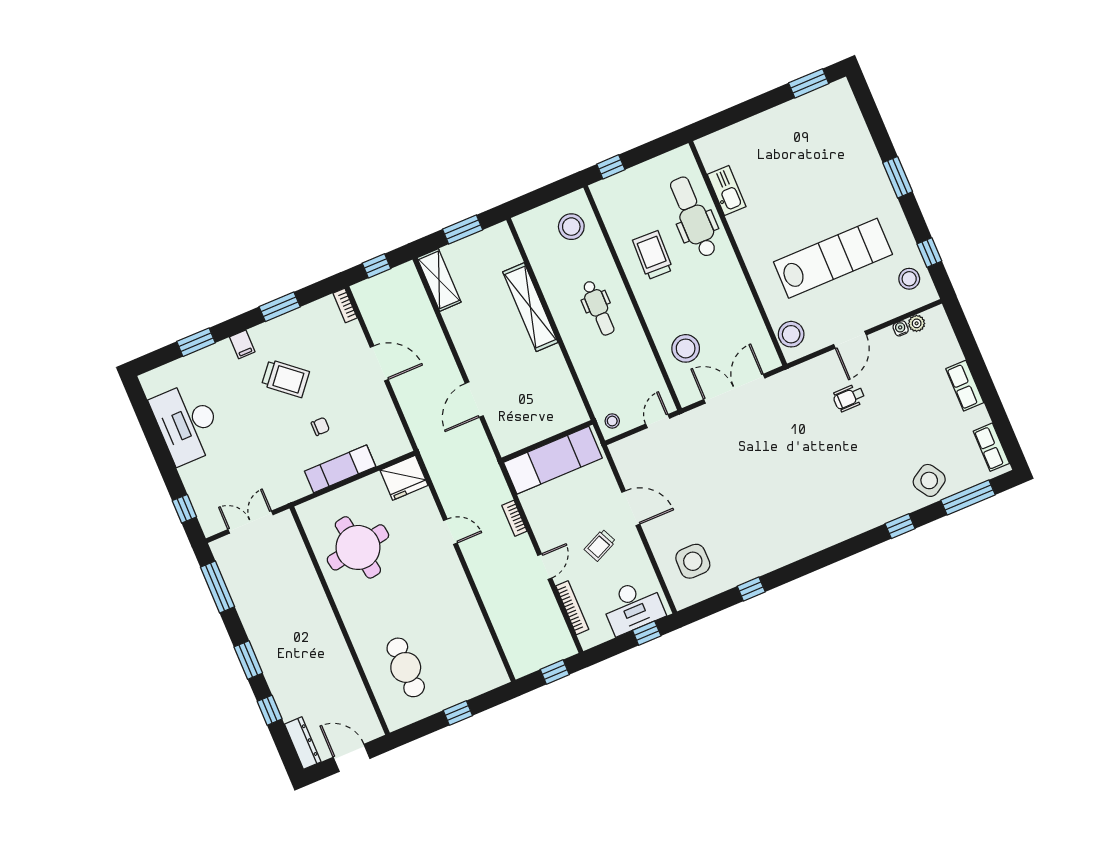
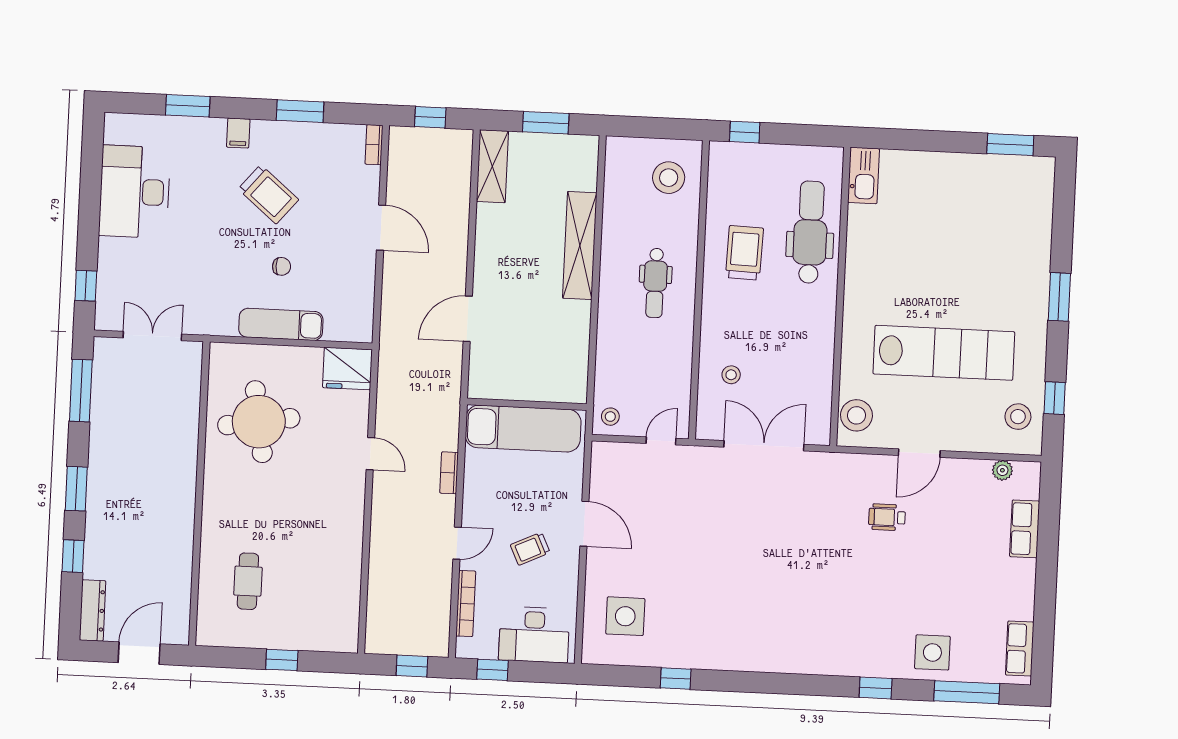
kitchen sink: (727, 190) -> (863, 176), moved
water cooler: (901, 328) -> (982, 467), removed
stool: (686, 348) -> (731, 375), width x0.53, depth x0.53
row of seats: (965, 386) -> (1025, 529), moved
side table: (929, 480) -> (932, 652), turned 32
window: (647, 633) -> (492, 670), moved
cafe table: (406, 667) -> (248, 581), width x0.73, depth x0.74
door: (352, 758) -> (139, 653), hinge flipped

